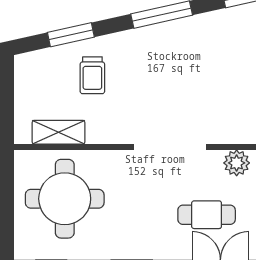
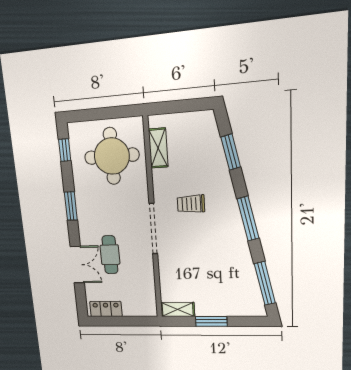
trolley: (92, 75) -> (191, 204), moved
plant: (237, 163) -> (146, 274), removed

